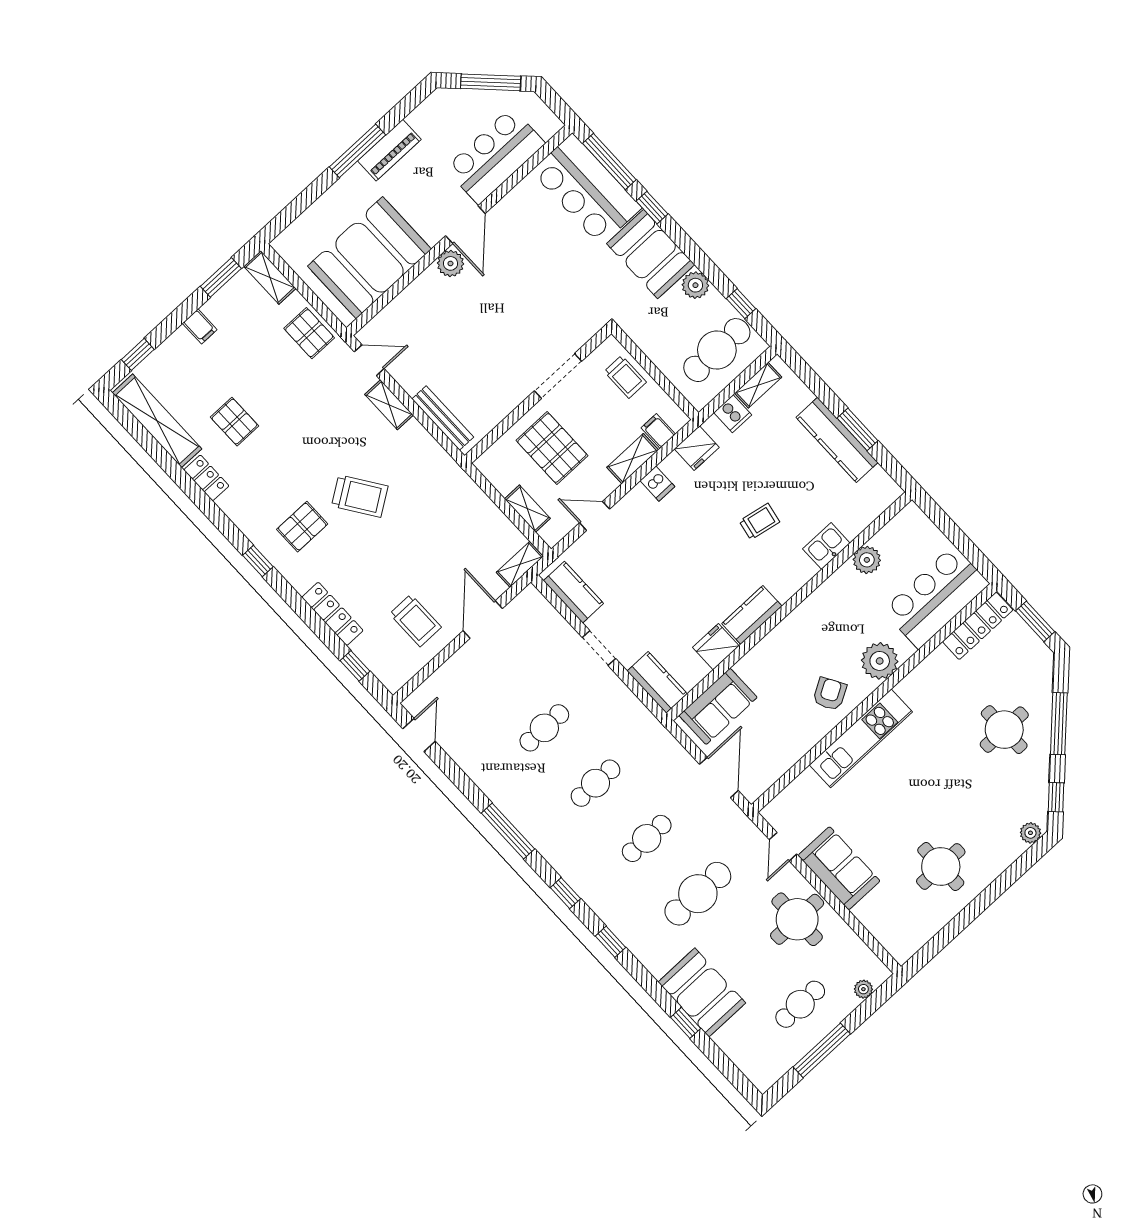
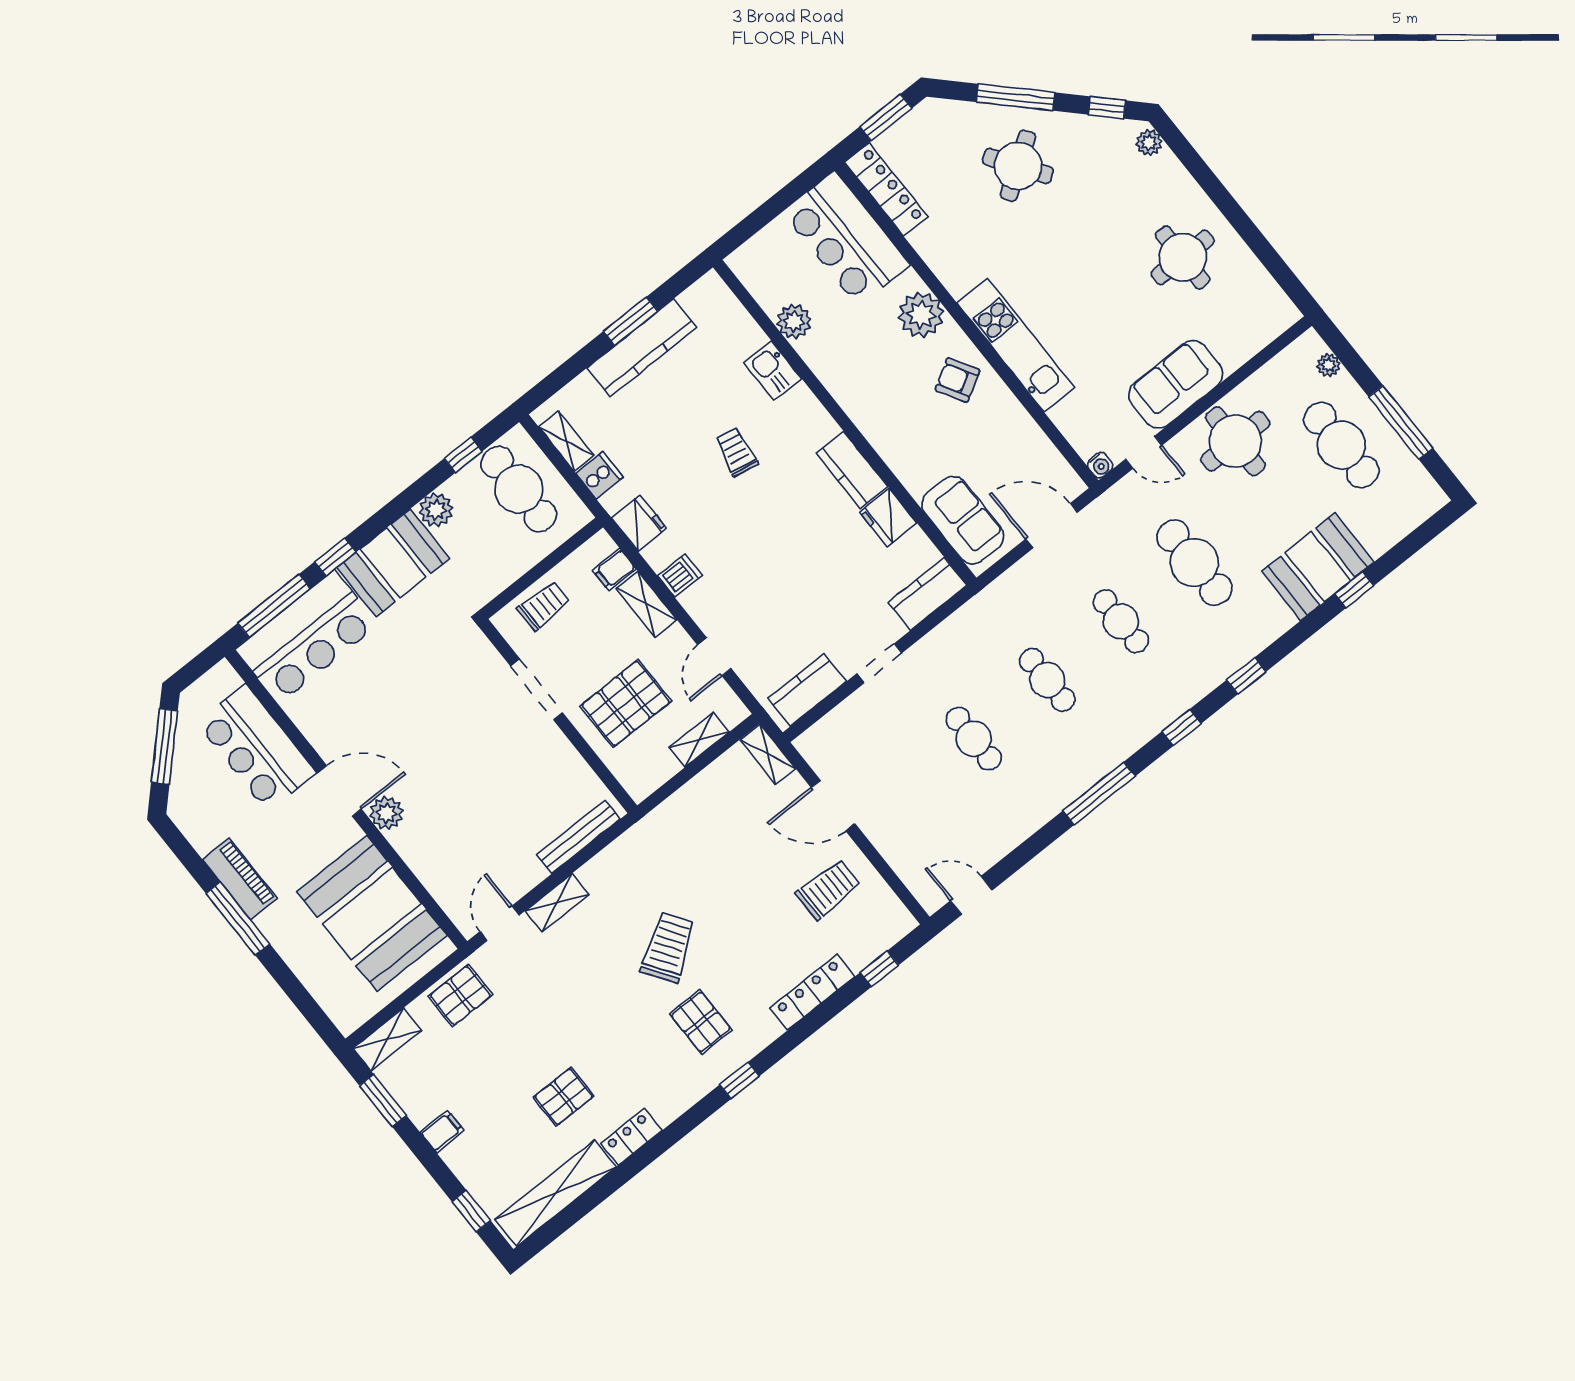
round table: (1004, 730) -> (1018, 166), turned -34
water cooler: (770, 813) -> (1100, 465), added
cafe table: (800, 1004) -> (1341, 445), width x1.37, depth x1.35

